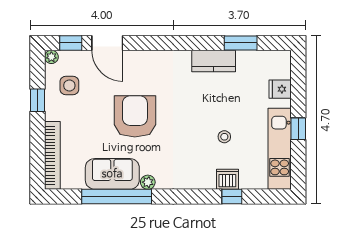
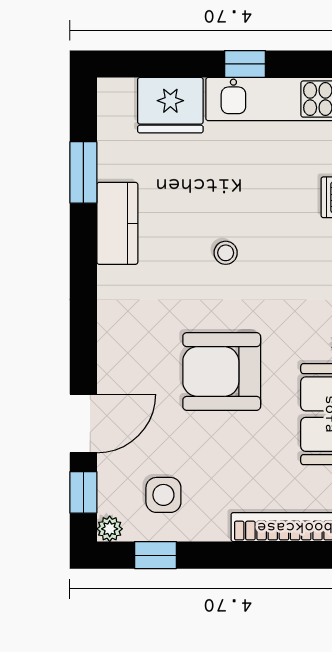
fridge: (280, 89) -> (170, 105), width x1.88, depth x1.34
window: (37, 100) -> (155, 555), moved
stool: (224, 137) -> (226, 253), moved

